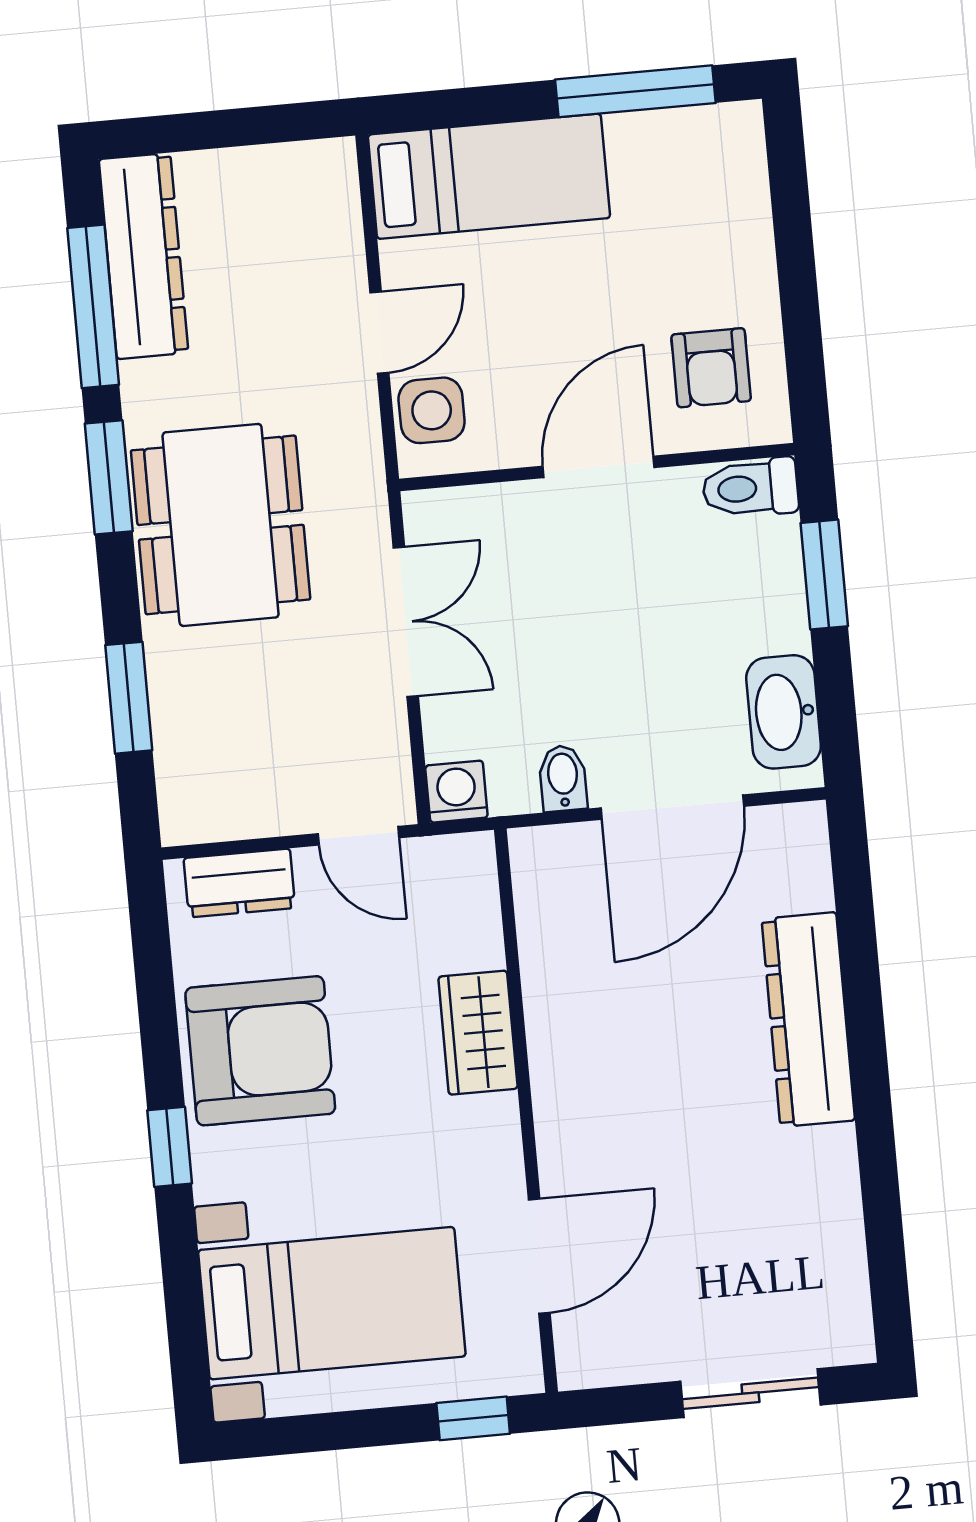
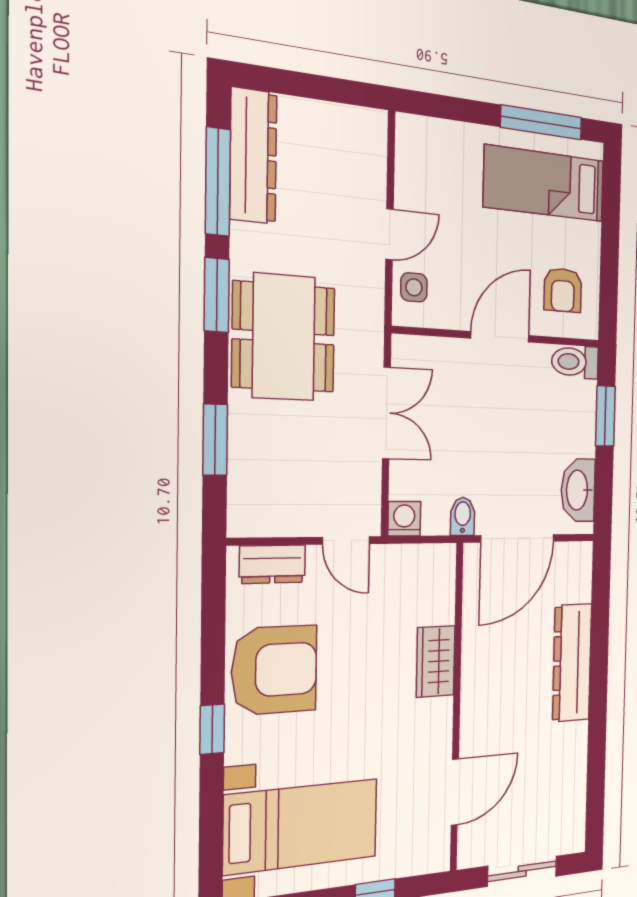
bed: (489, 176) -> (544, 184), moved, turned 180
side table: (432, 410) -> (414, 287), width x0.73, depth x0.73
wardrobe: (478, 1033) -> (436, 661), moved
wall: (526, 1111) -> (457, 708), moved
door: (539, 1256) -> (455, 792), moved

